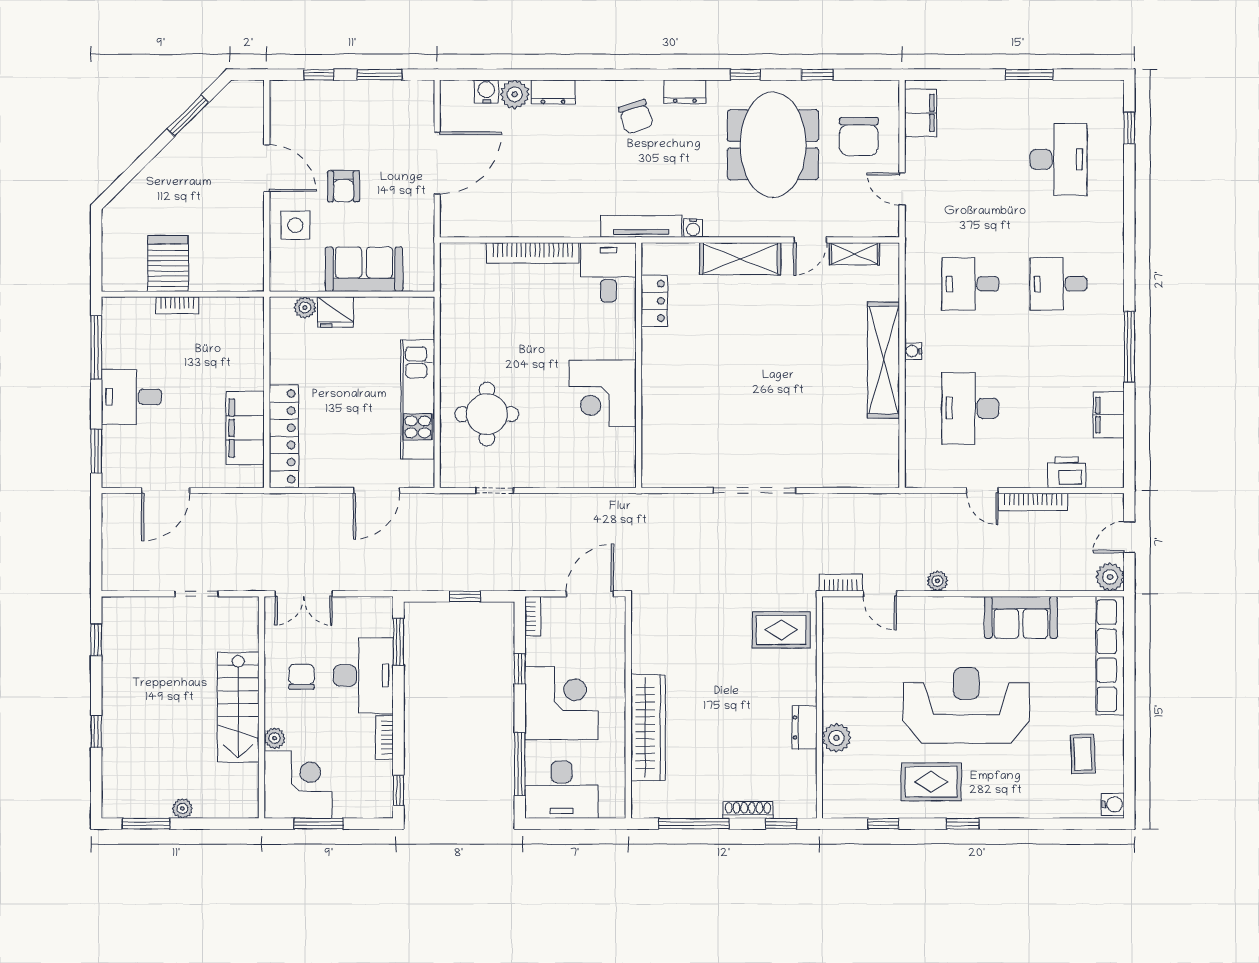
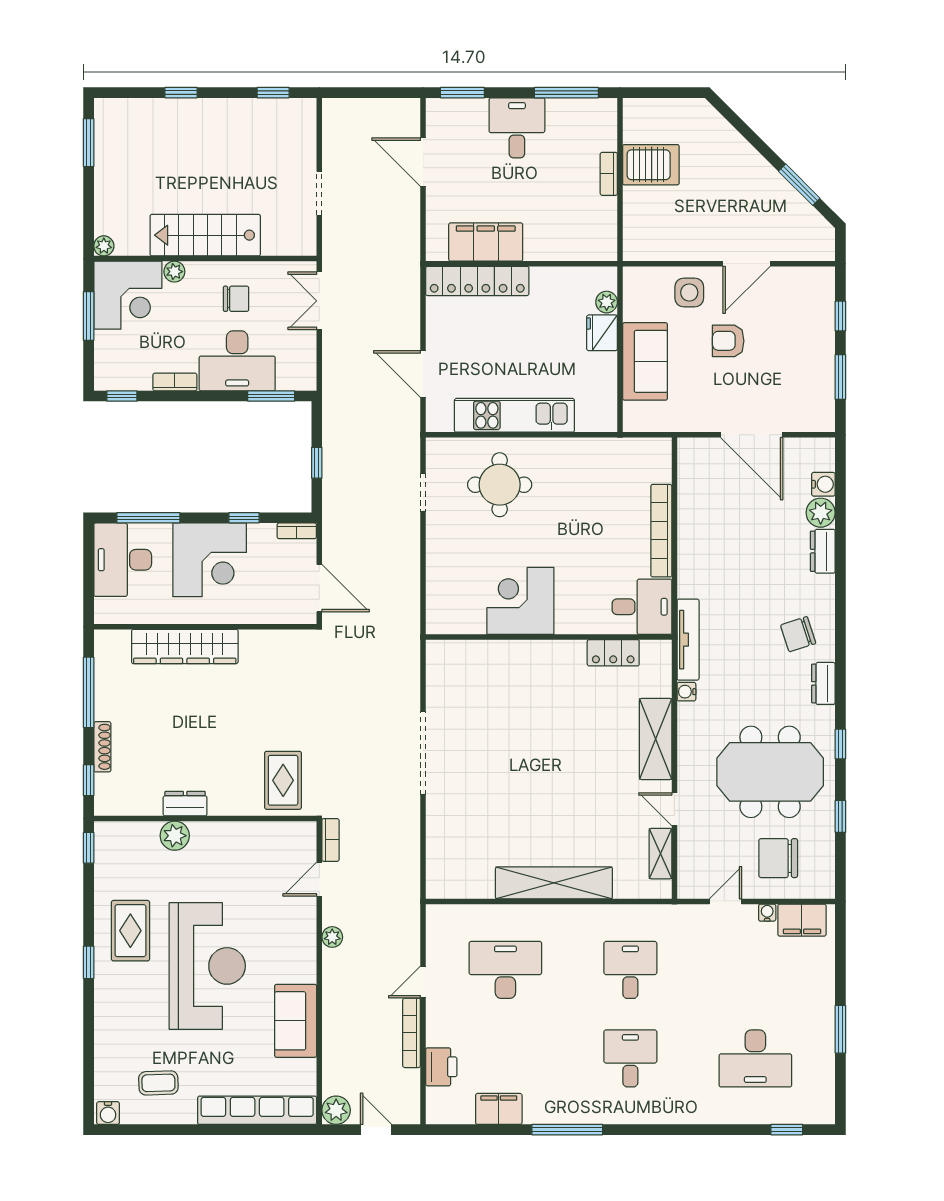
water cooler: (913, 351) -> (767, 913), moved
plant: (182, 808) -> (104, 246), moved
window: (883, 824) -> (89, 848), moved

